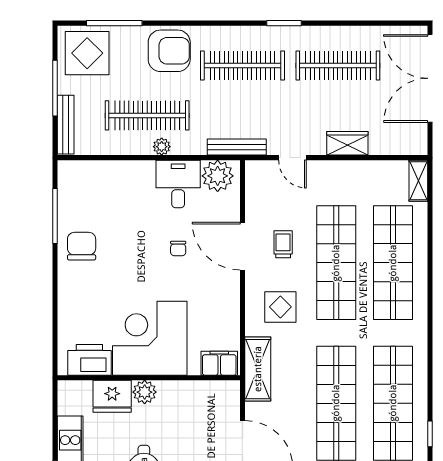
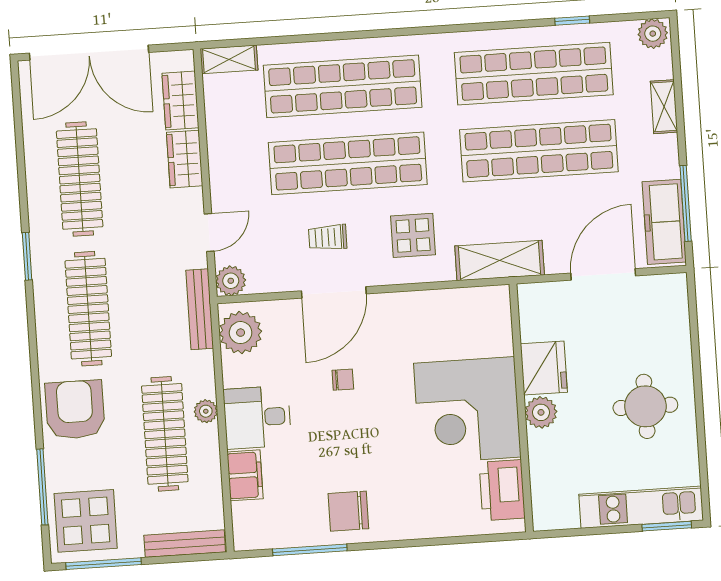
window: (55, 88) -> (104, 564), moved
wardrobe: (391, 143) -> (180, 100), added
plant: (256, 171) -> (231, 281), added
desk: (178, 184) -> (257, 417), moved
filing cabinet: (219, 363) -> (245, 475), moved, turned 180
fridge: (112, 396) -> (544, 368), moved

